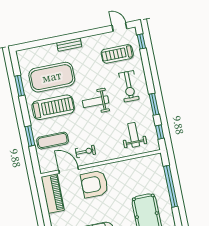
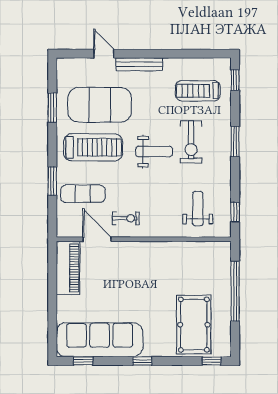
door: (119, 27) -> (104, 54), moved
bench: (69, 45) -> (139, 64), width x1.36
exercise bike: (129, 86) -> (191, 142), moved
weight bench: (96, 102) -> (154, 152), turned 180
window: (154, 104) -> (235, 142), moved
armchair: (94, 184) -> (129, 266), removed

